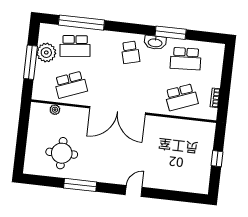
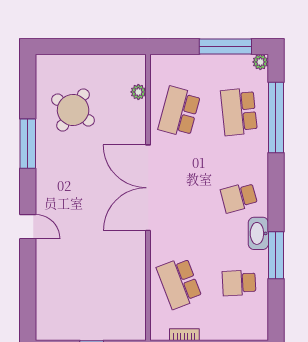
plant: (46, 53) -> (260, 62), moved, width x0.53, depth x0.53
school desk: (186, 59) -> (239, 283), width x0.54
window: (30, 62) -> (225, 46), moved
school desk: (71, 85) -> (179, 112), turned 36
round table: (62, 153) -> (73, 110), turned 34

